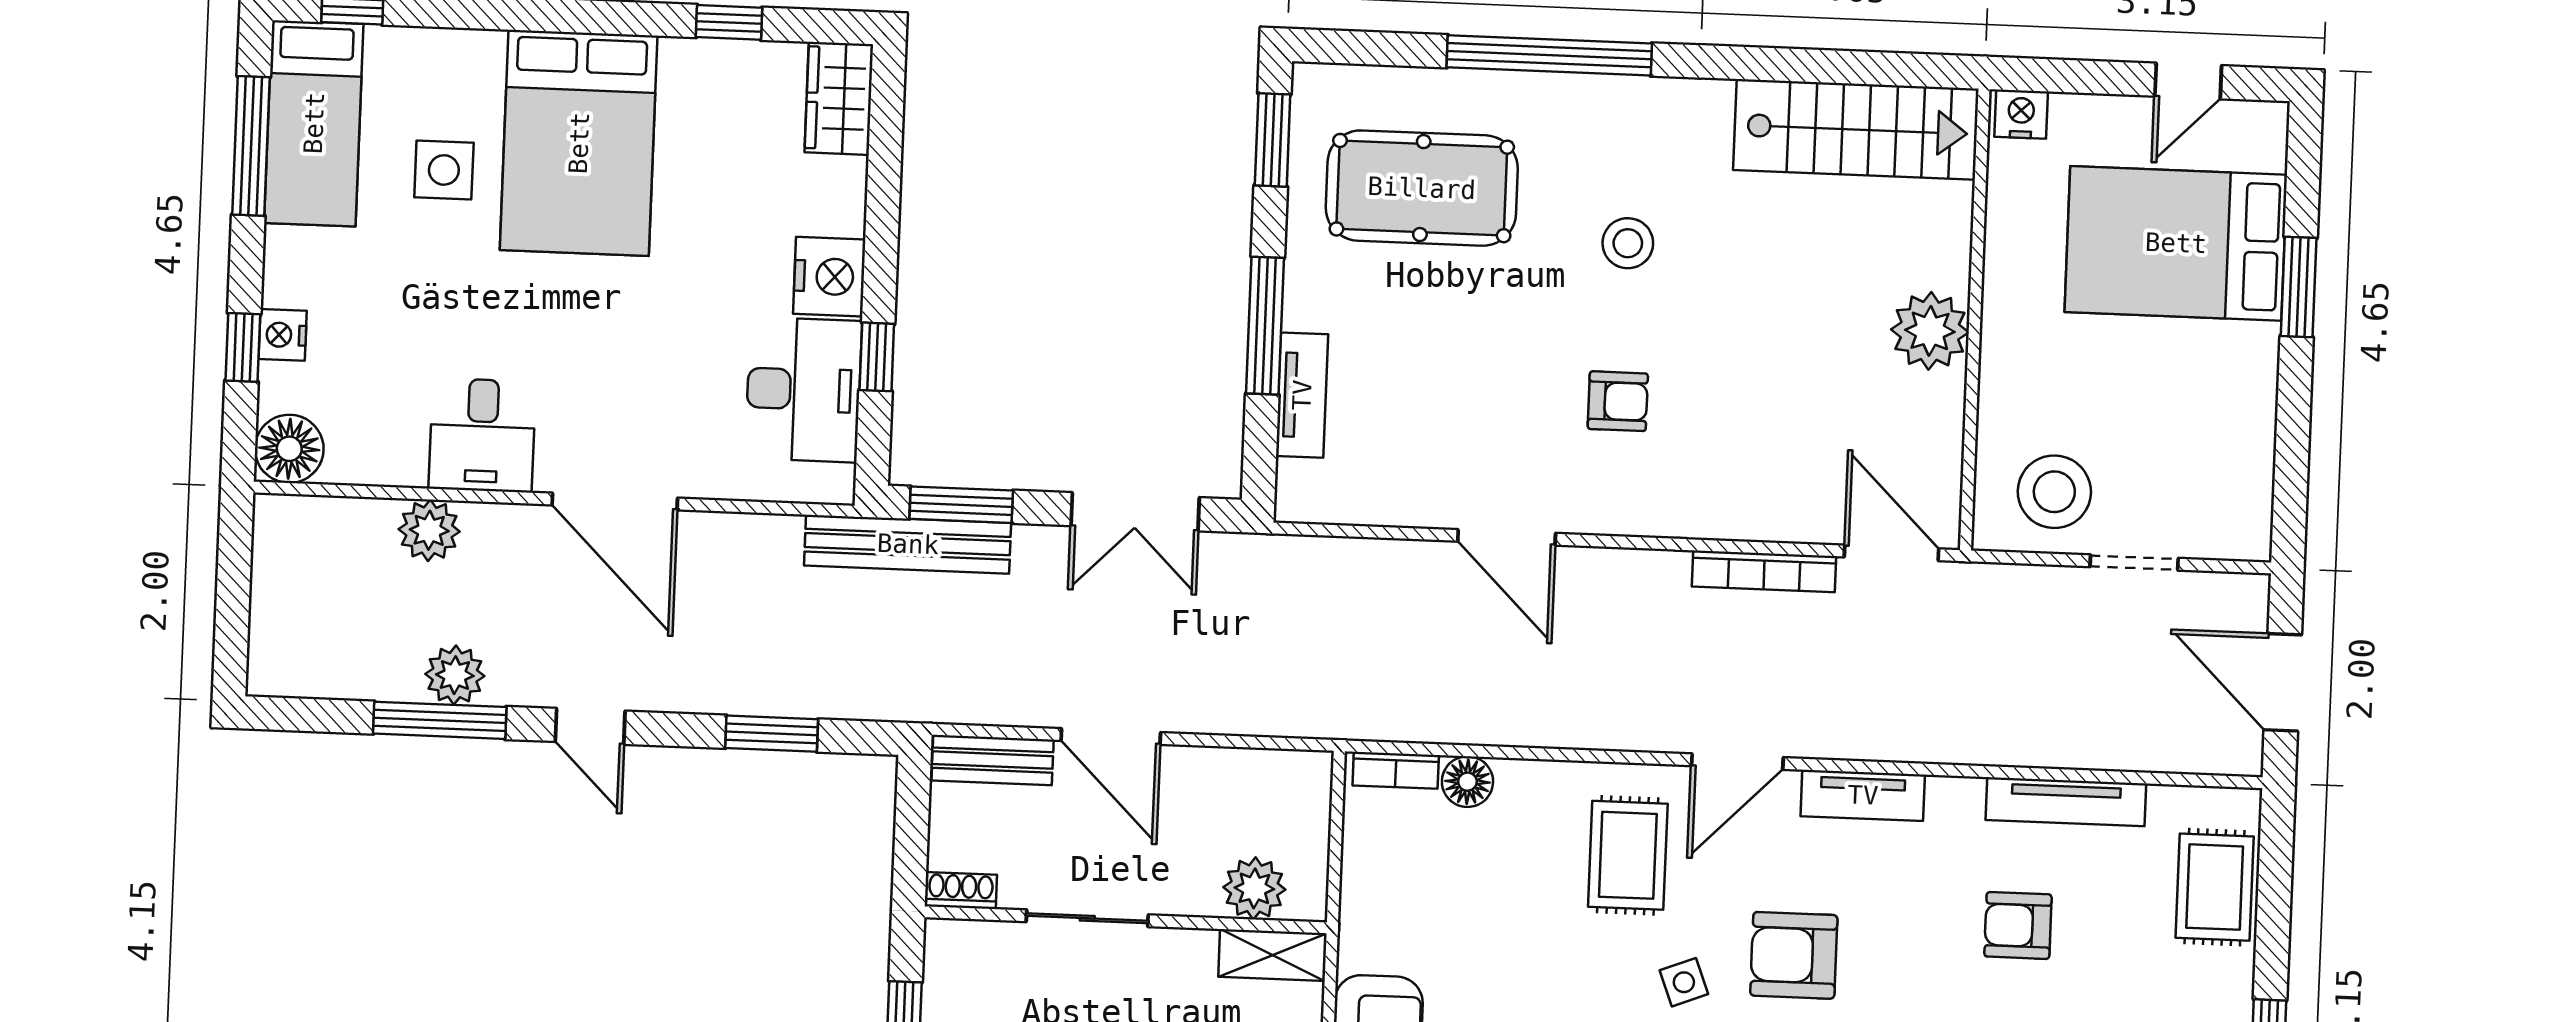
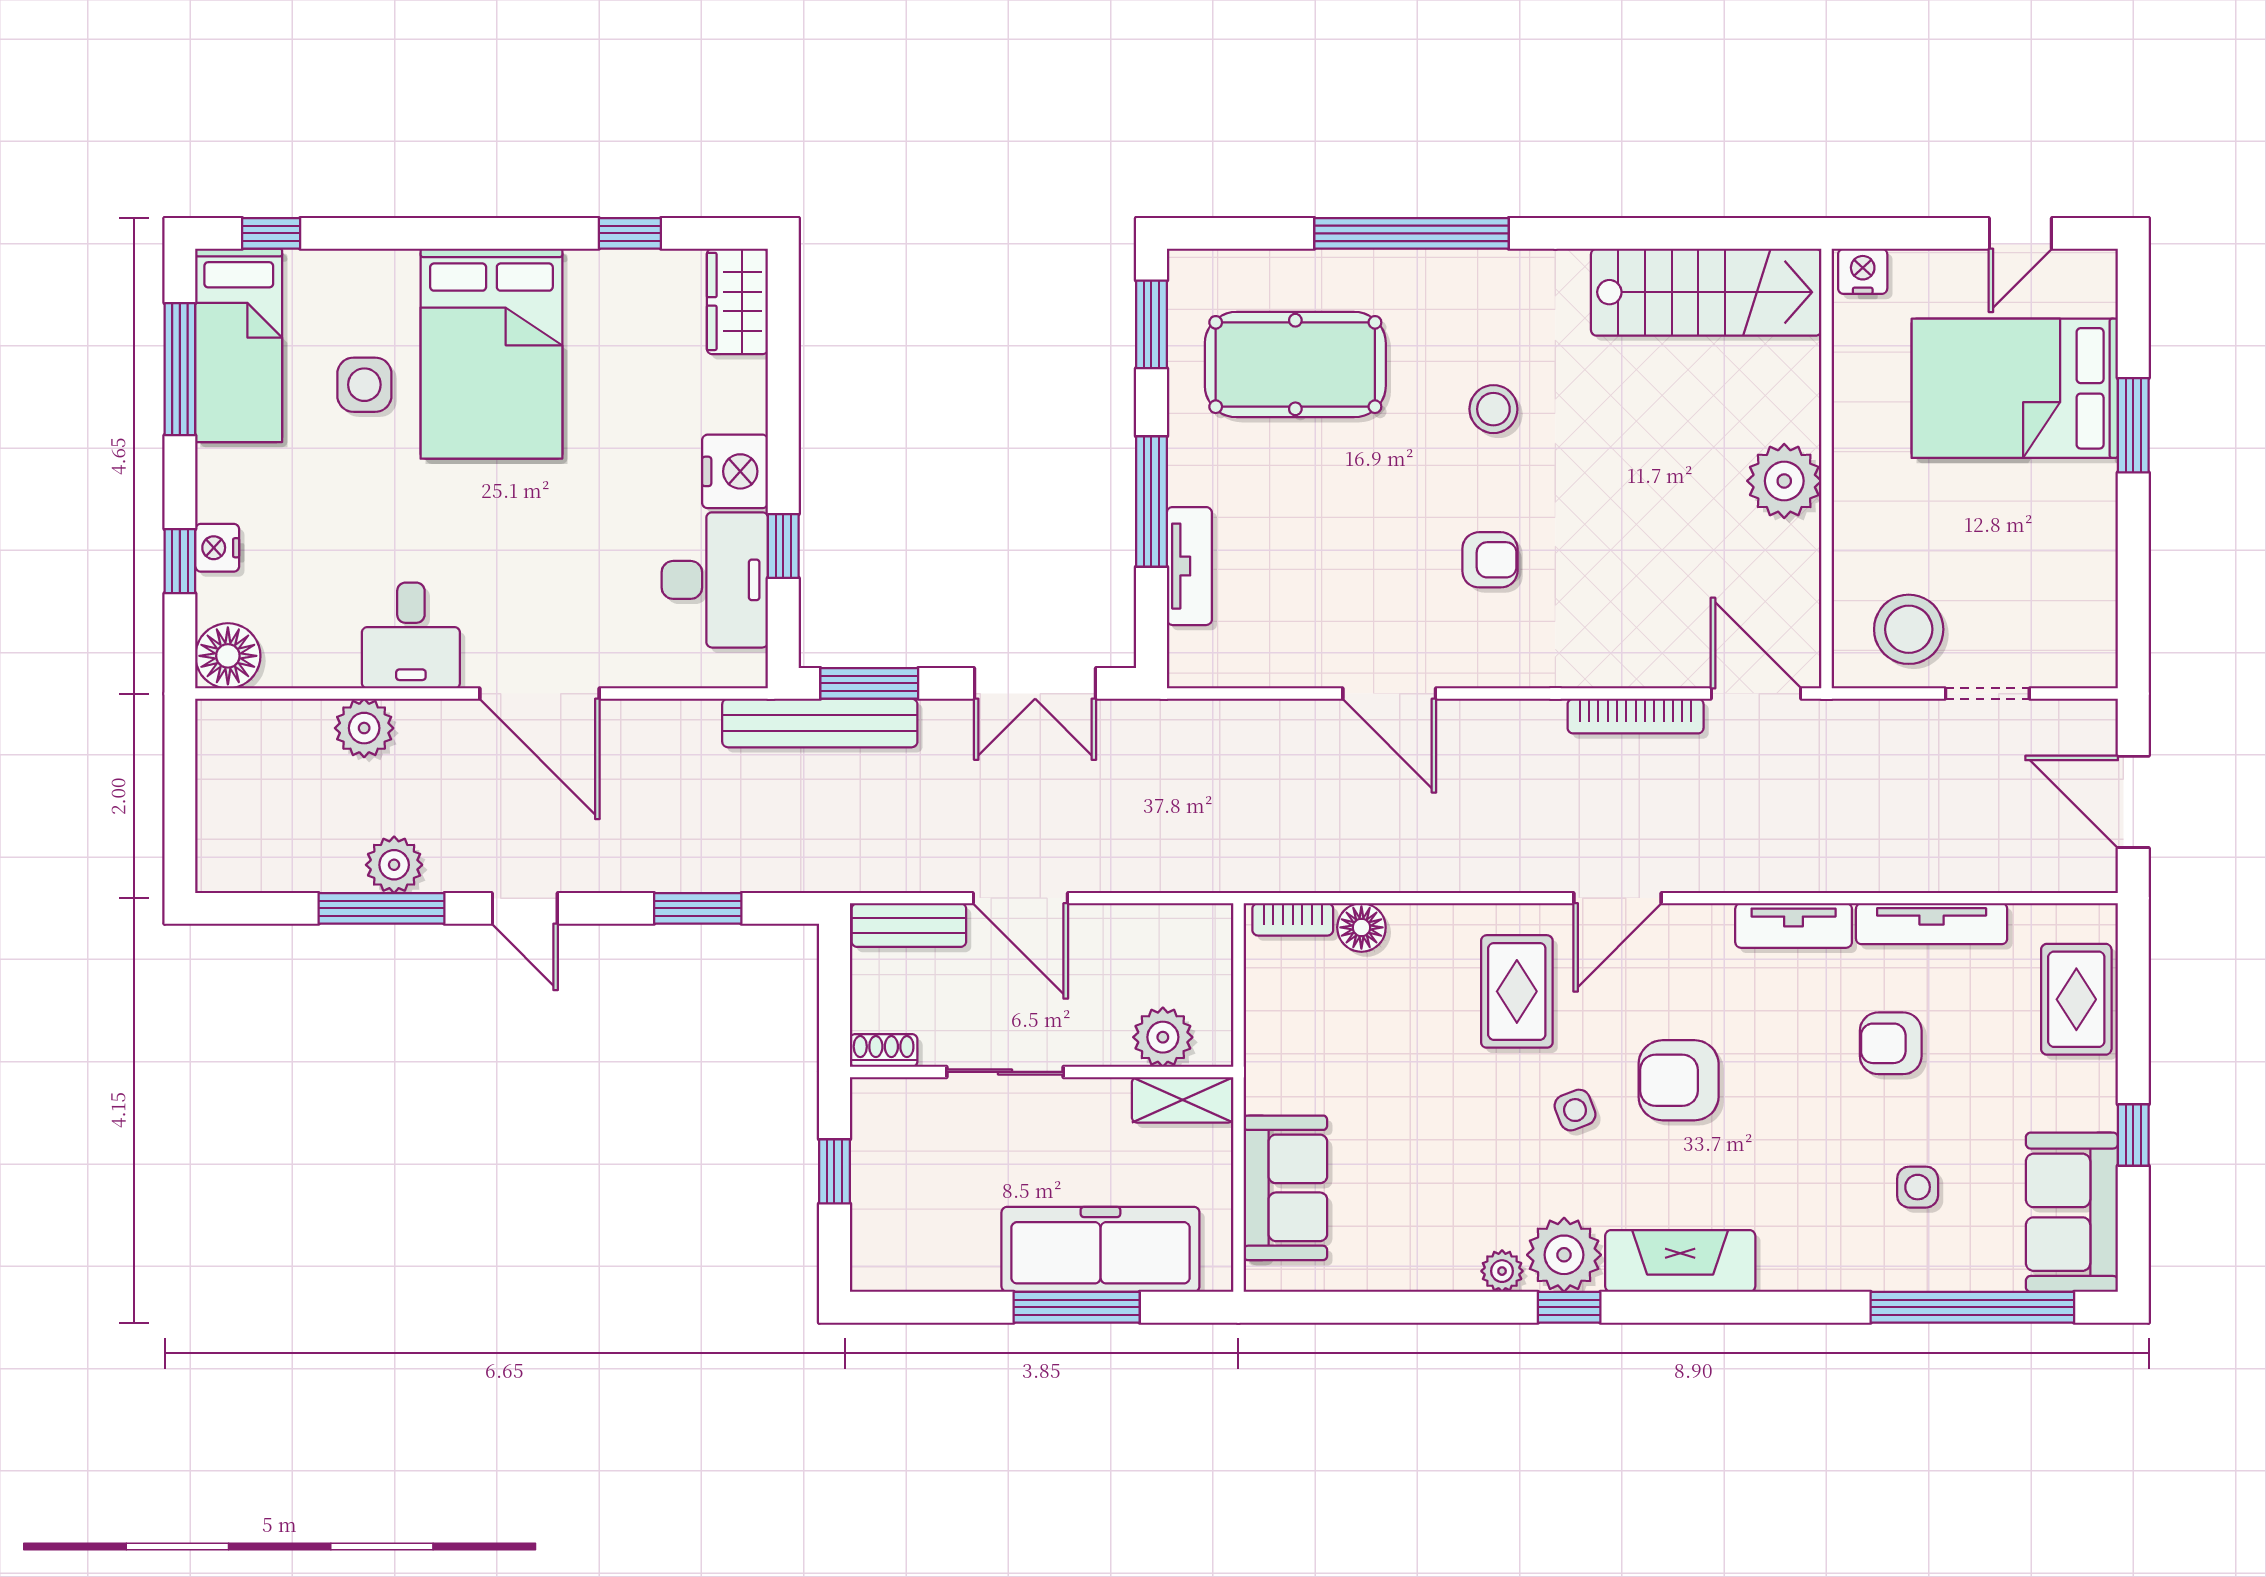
tv unit: (1863, 795) -> (1794, 926), moved

